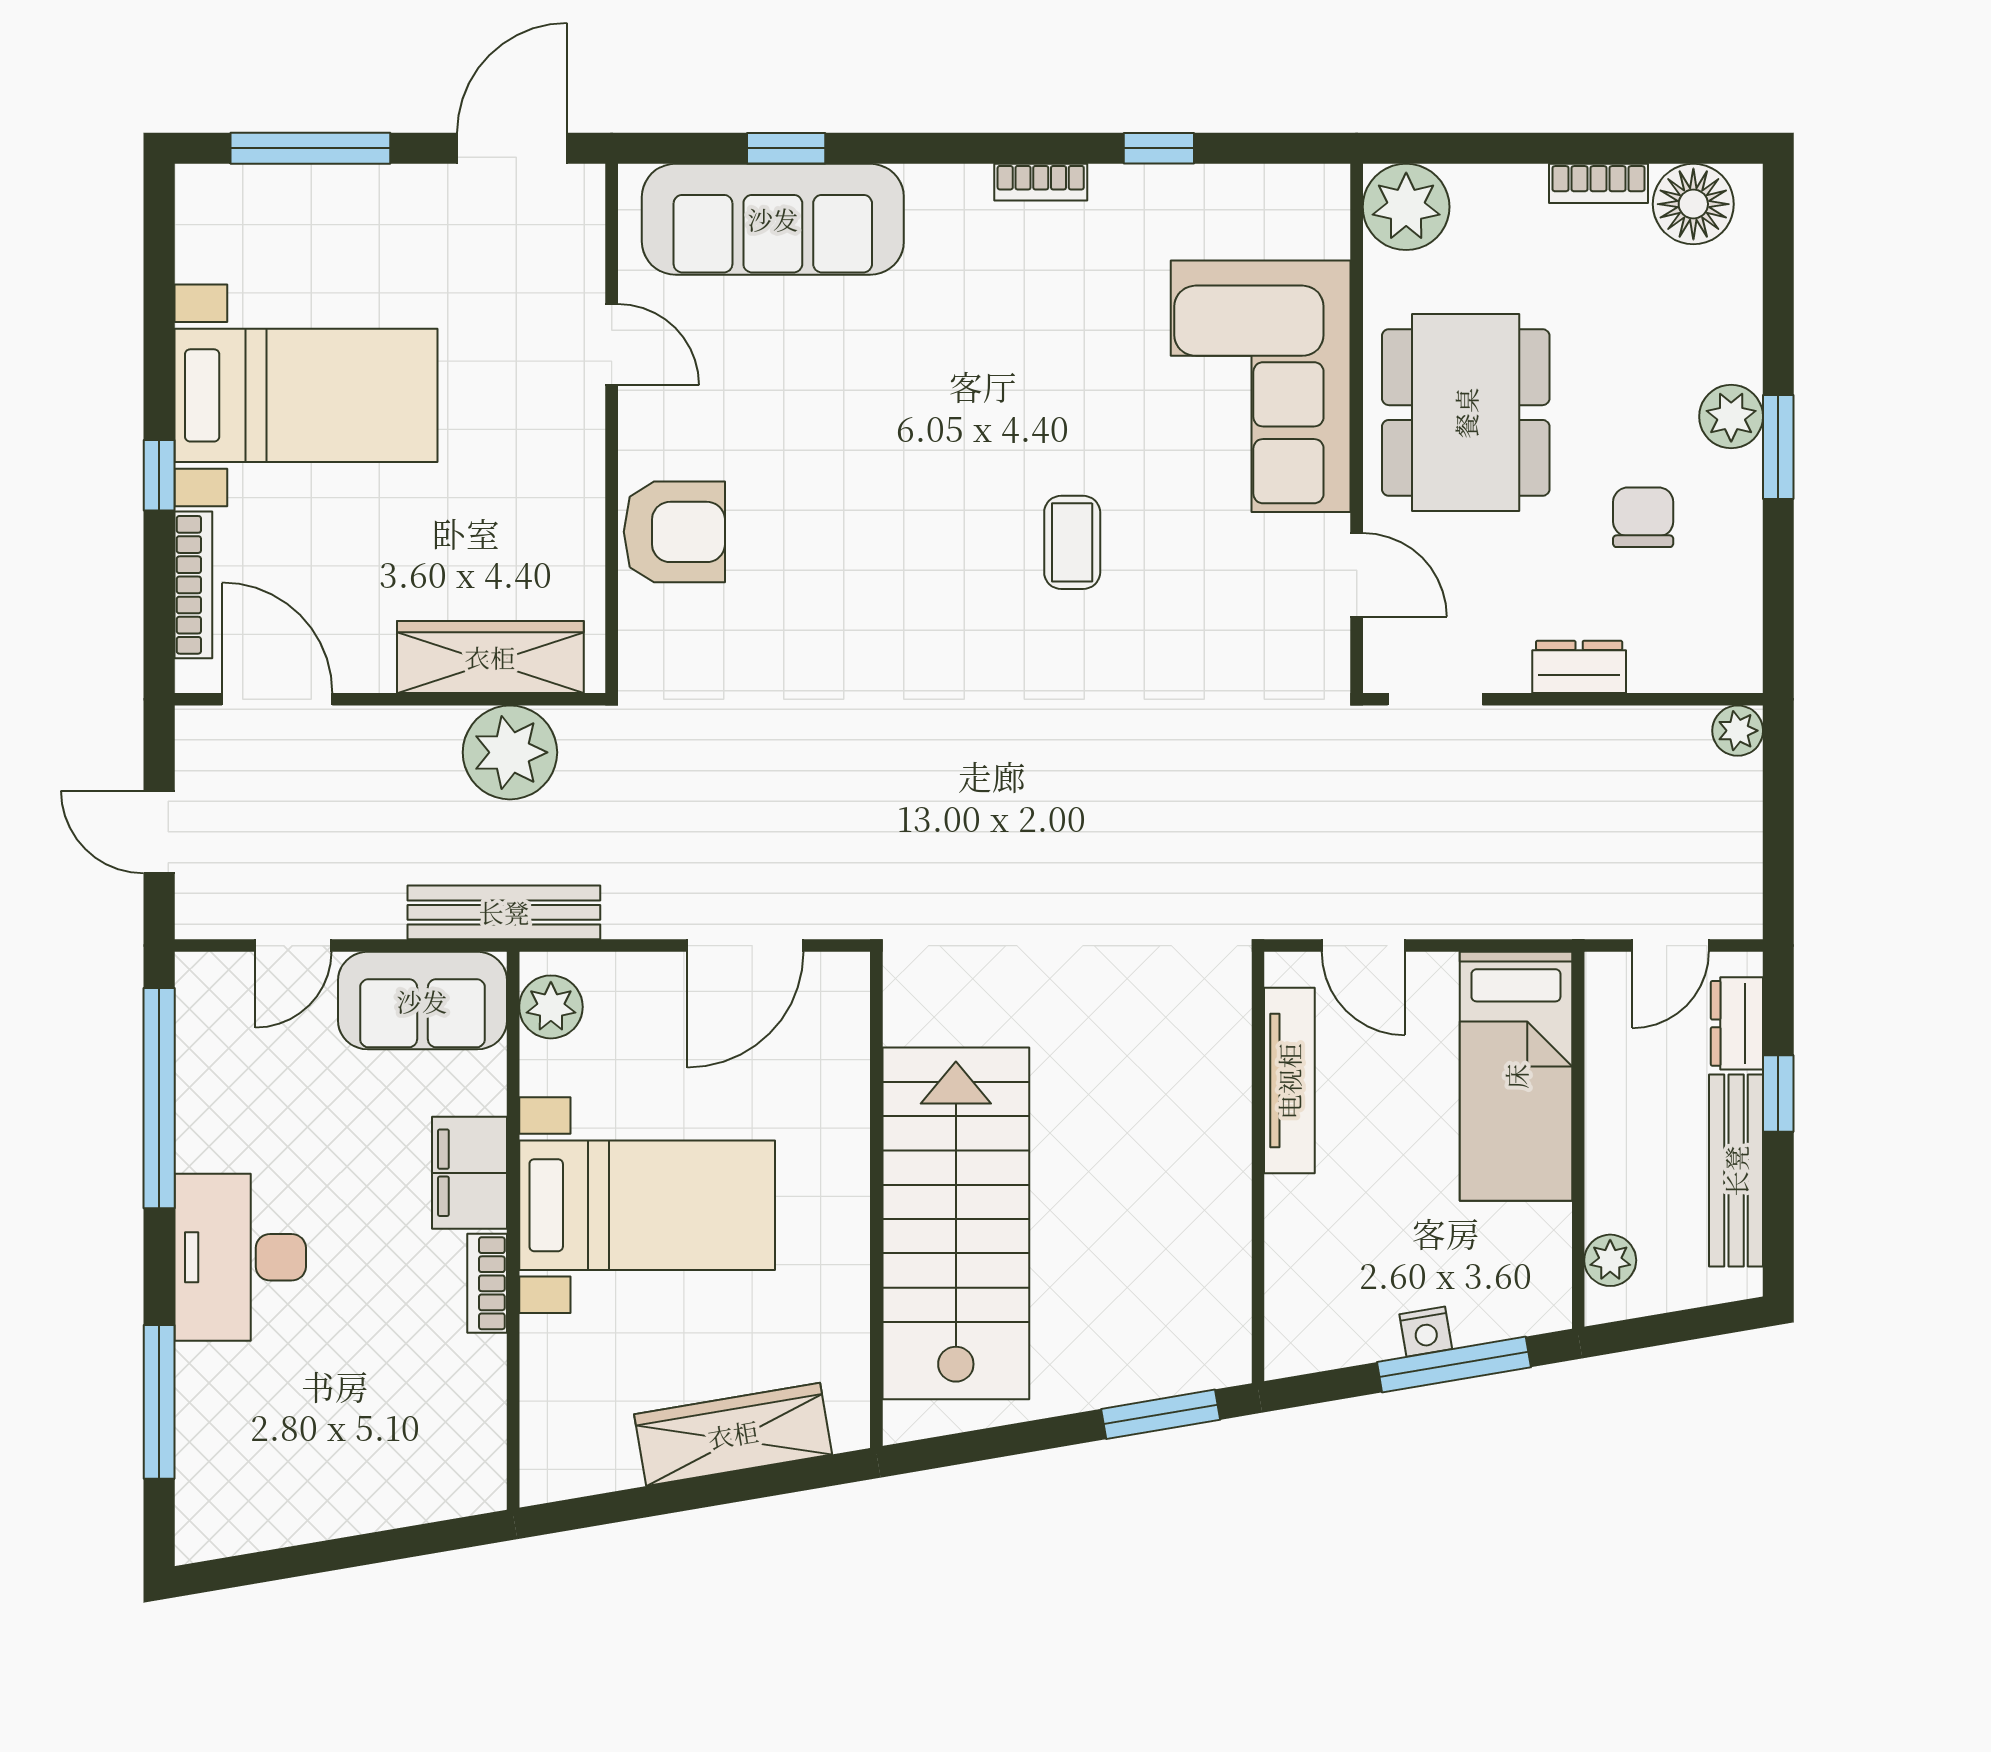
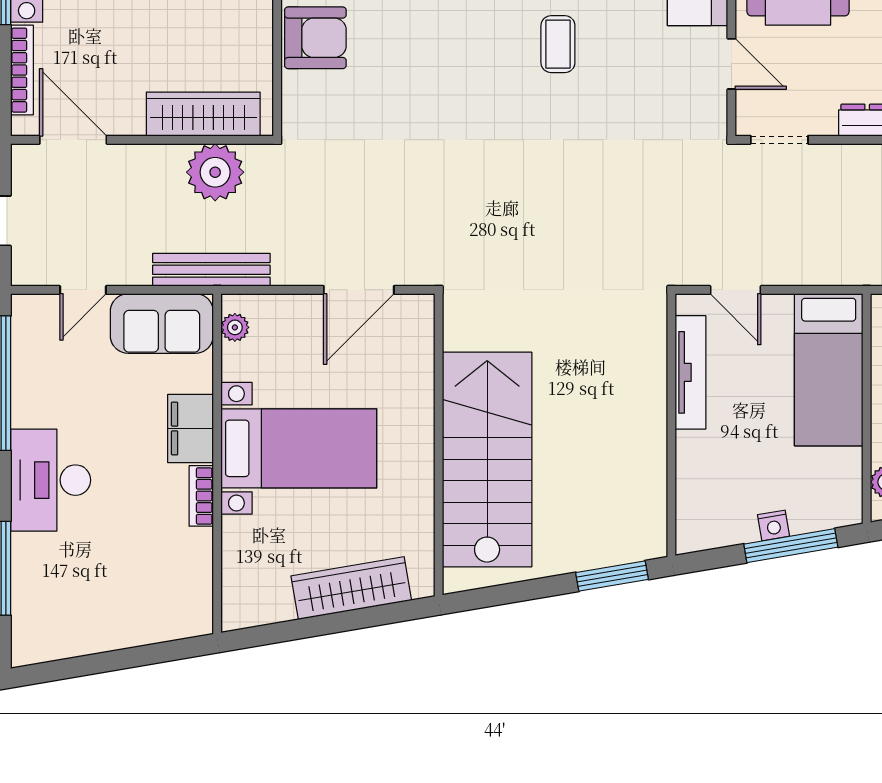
plant: (551, 1007) -> (235, 327), width x0.73, depth x0.73

